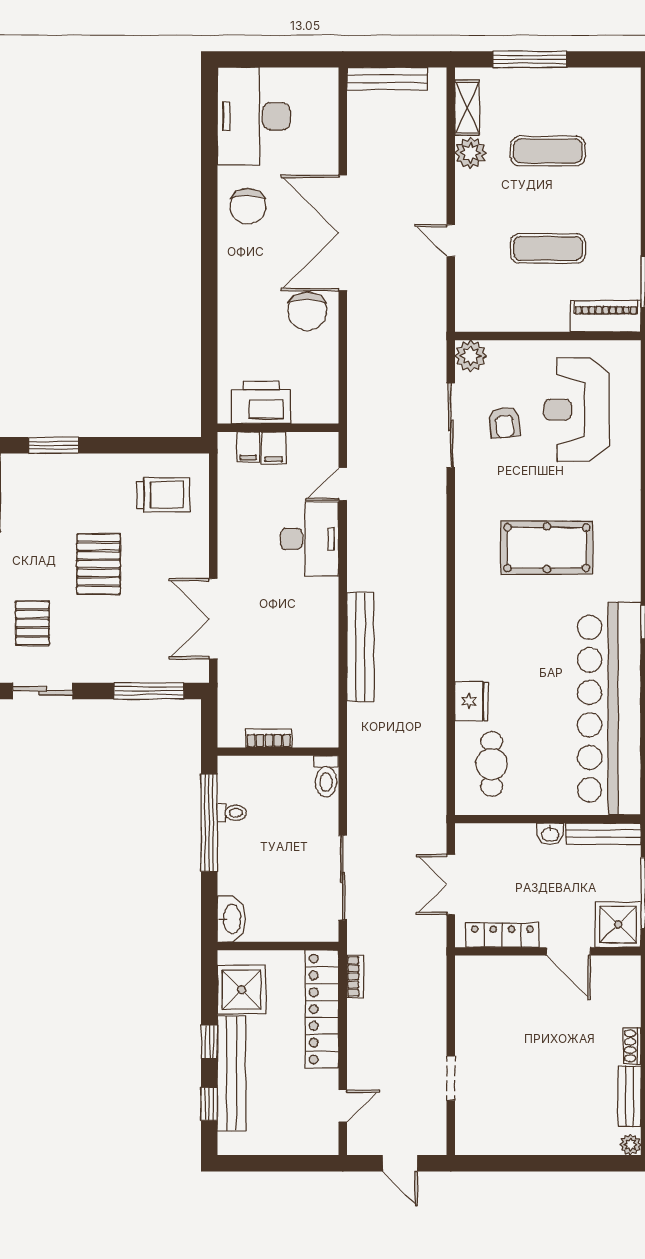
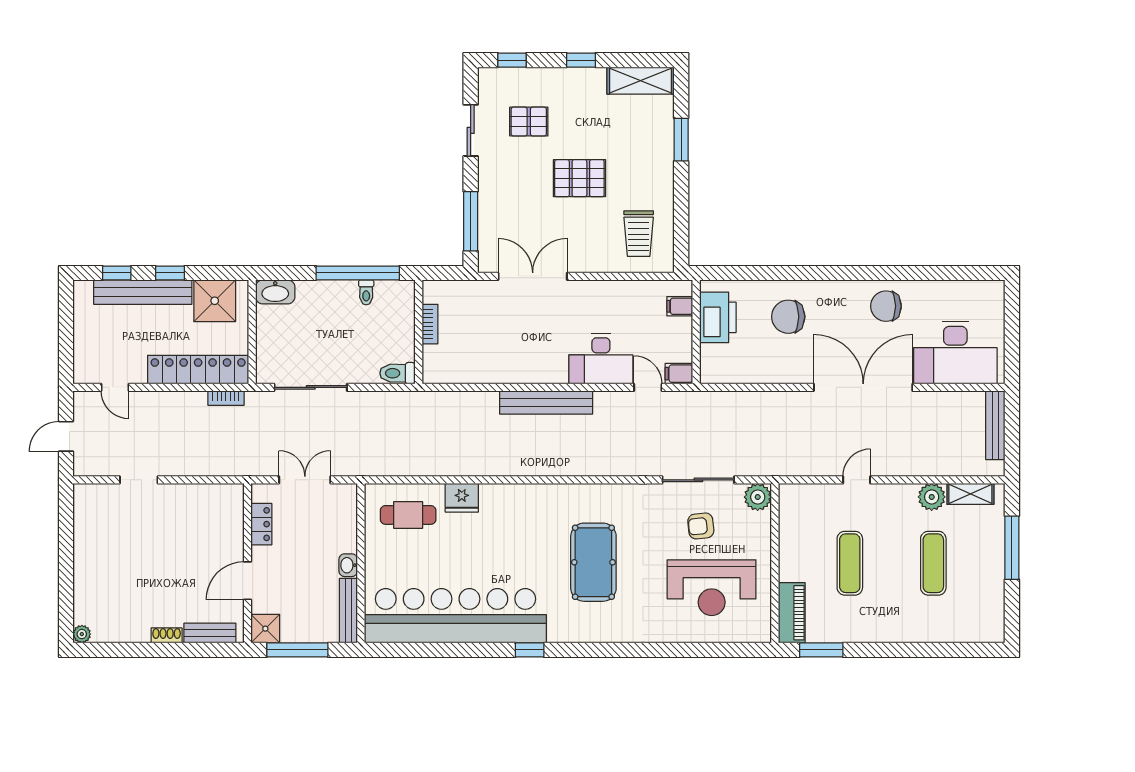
desk: (254, 116) -> (955, 353), moved, turned 180
chair: (307, 311) -> (788, 317), moved
reception desk: (577, 410) -> (712, 588), turned 180
filing cabinet: (274, 448) -> (679, 374), moved
bench: (360, 647) -> (546, 402), moved
shower: (618, 924) -> (265, 629), width x0.73, depth x0.73
locker: (502, 935) -> (261, 524), width x0.66
bench: (629, 1096) -> (210, 633), moved

